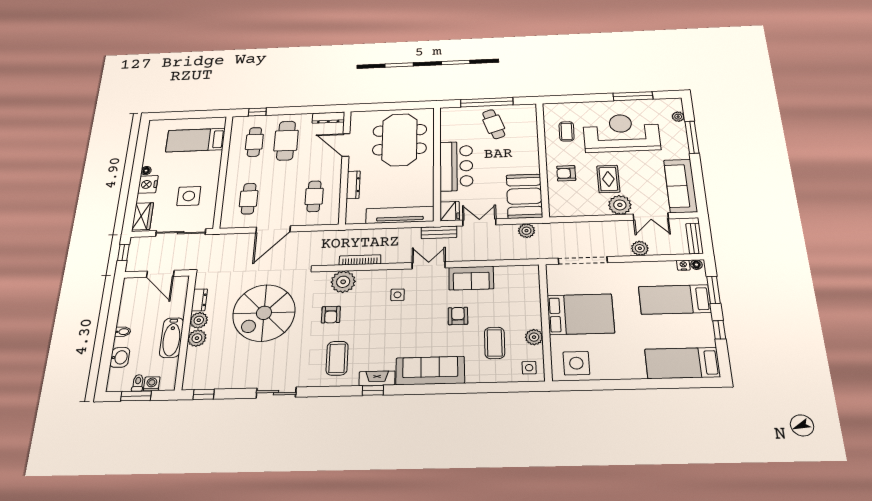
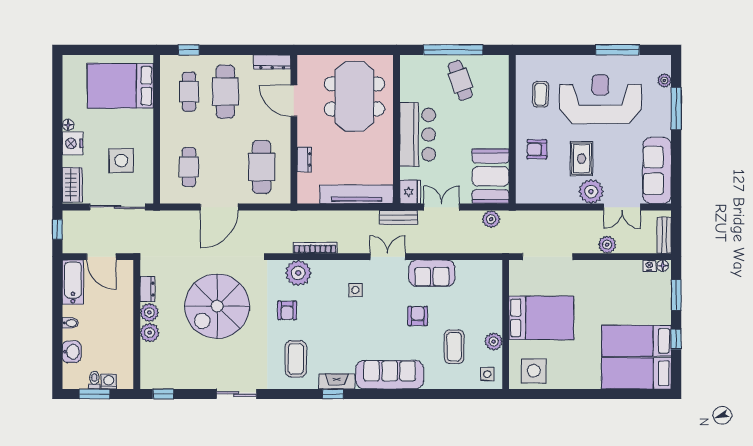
bed: (195, 140) -> (120, 86), width x1.50
dresser: (353, 185) -> (304, 159), width x0.70
cafe table: (314, 196) -> (262, 167), width x1.37, depth x1.35
bed: (675, 299) -> (636, 341), moved
bathtub: (172, 338) -> (73, 282), moved, turned 180

